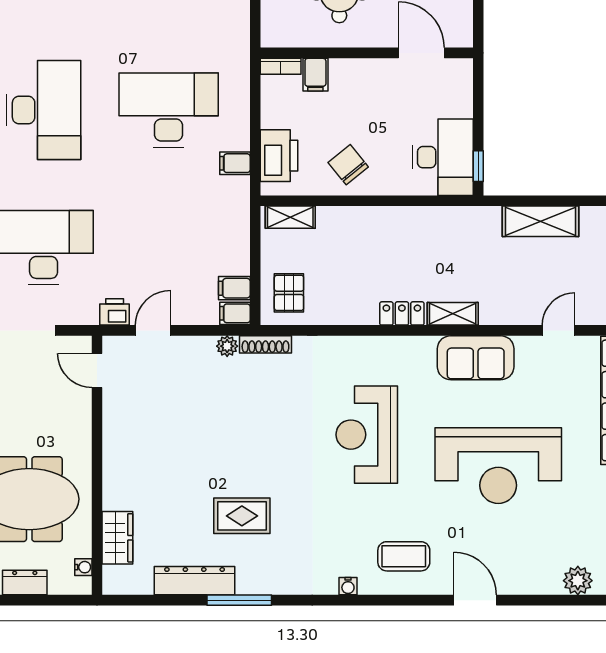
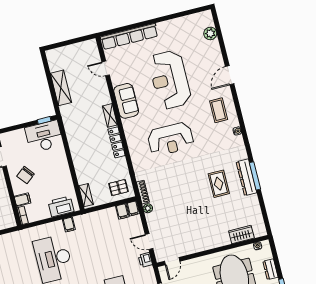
chair: (348, 165) -> (26, 175), moved
locker: (402, 313) -> (116, 142), width x1.53
reception desk: (498, 466) -> (170, 80), turned 180
dresser: (195, 581) -> (246, 177), moved

